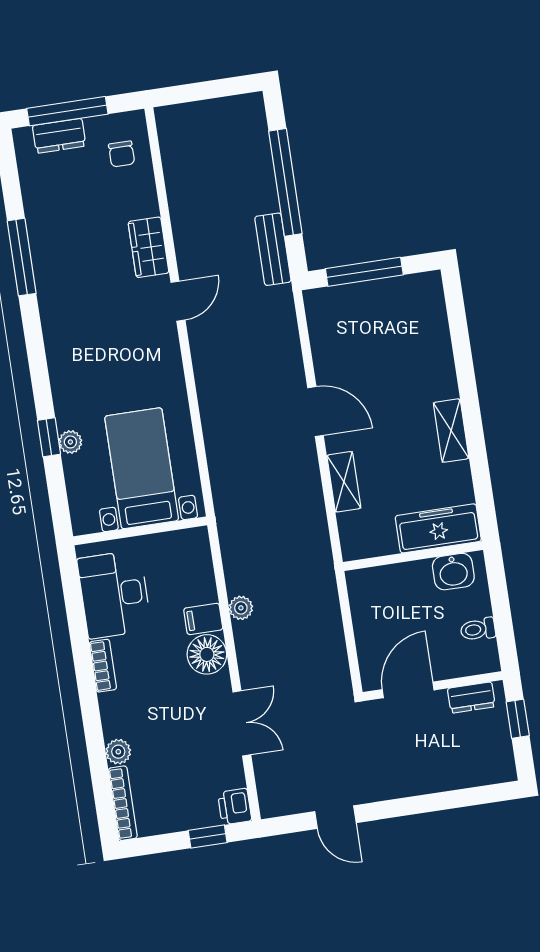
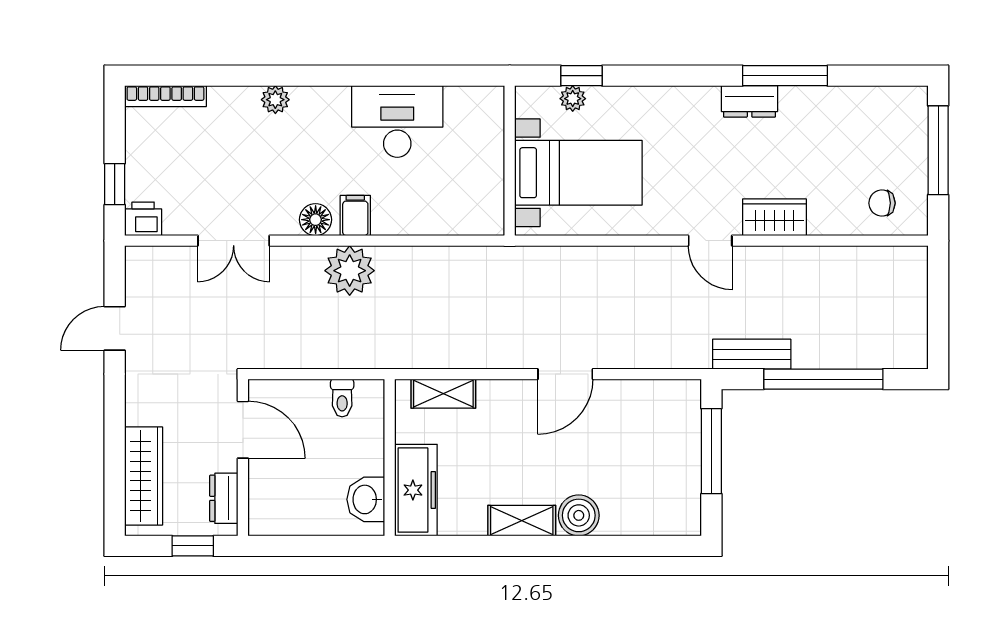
dresser: (59, 136) -> (750, 101), moved, turned -90
boiler: (439, 381) -> (579, 515), added
bed with nightstands: (142, 468) -> (578, 173), moved
shelving: (344, 482) -> (443, 394), moved
wall: (140, 531) -> (510, 161), moved
plant: (241, 608) -> (350, 271), width x1.87, depth x1.87
toilet: (478, 629) -> (342, 398), moved, turned 180
floor lamp: (207, 654) -> (316, 220), width x0.73, depth x0.73
bookcase: (103, 666) -> (320, 97), removed
plant: (118, 752) -> (275, 100), moved
wardrobe: (462, 772) -> (144, 476), added

